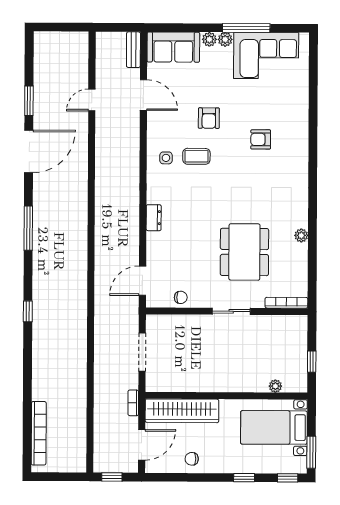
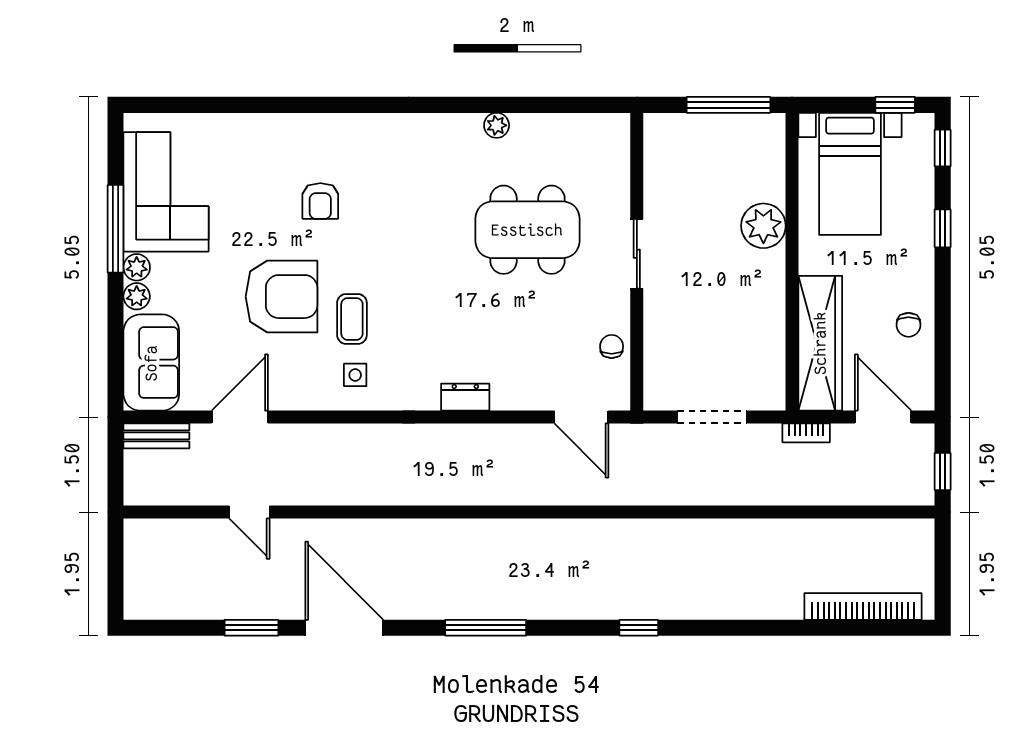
armchair: (209, 118) -> (282, 297), width x1.88, depth x1.88
bookcase: (286, 303) -> (620, 152), removed
window: (312, 362) -> (728, 105), width x2.17
plant: (275, 386) -> (763, 226), moved, width x1.88, depth x1.88
window: (311, 452) -> (895, 105), width x0.67

